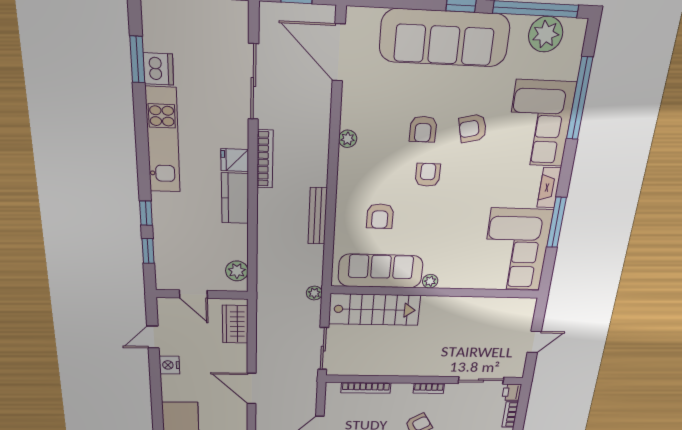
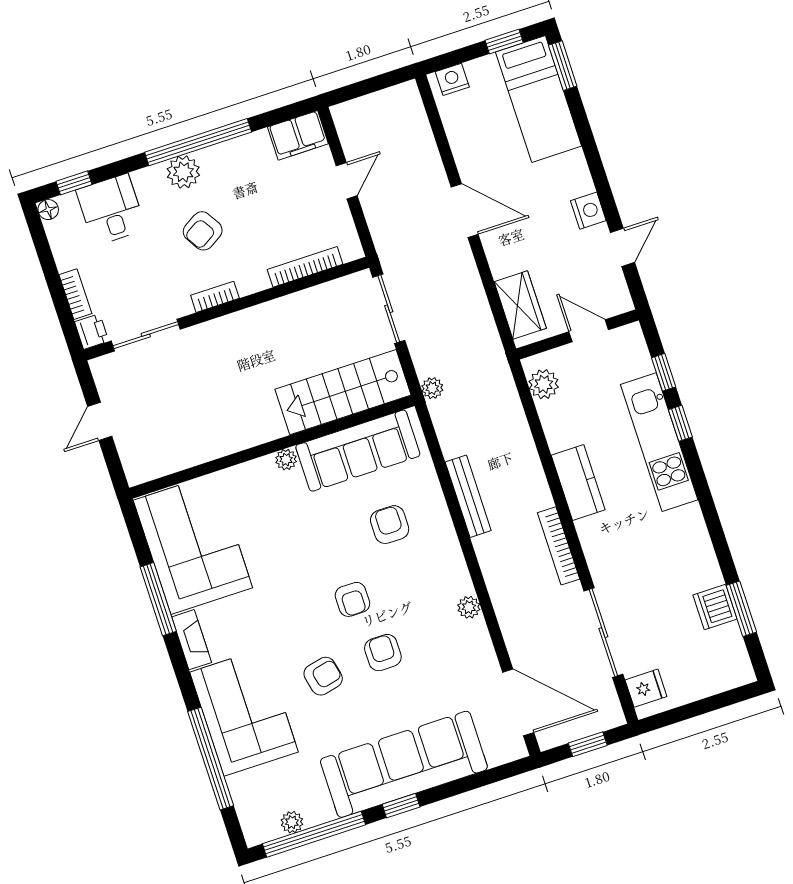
plant: (546, 34) -> (292, 822), width x0.53, depth x0.53
kitchen unit: (163, 140) -> (659, 442), moved
fridge: (235, 160) -> (646, 688), moved

